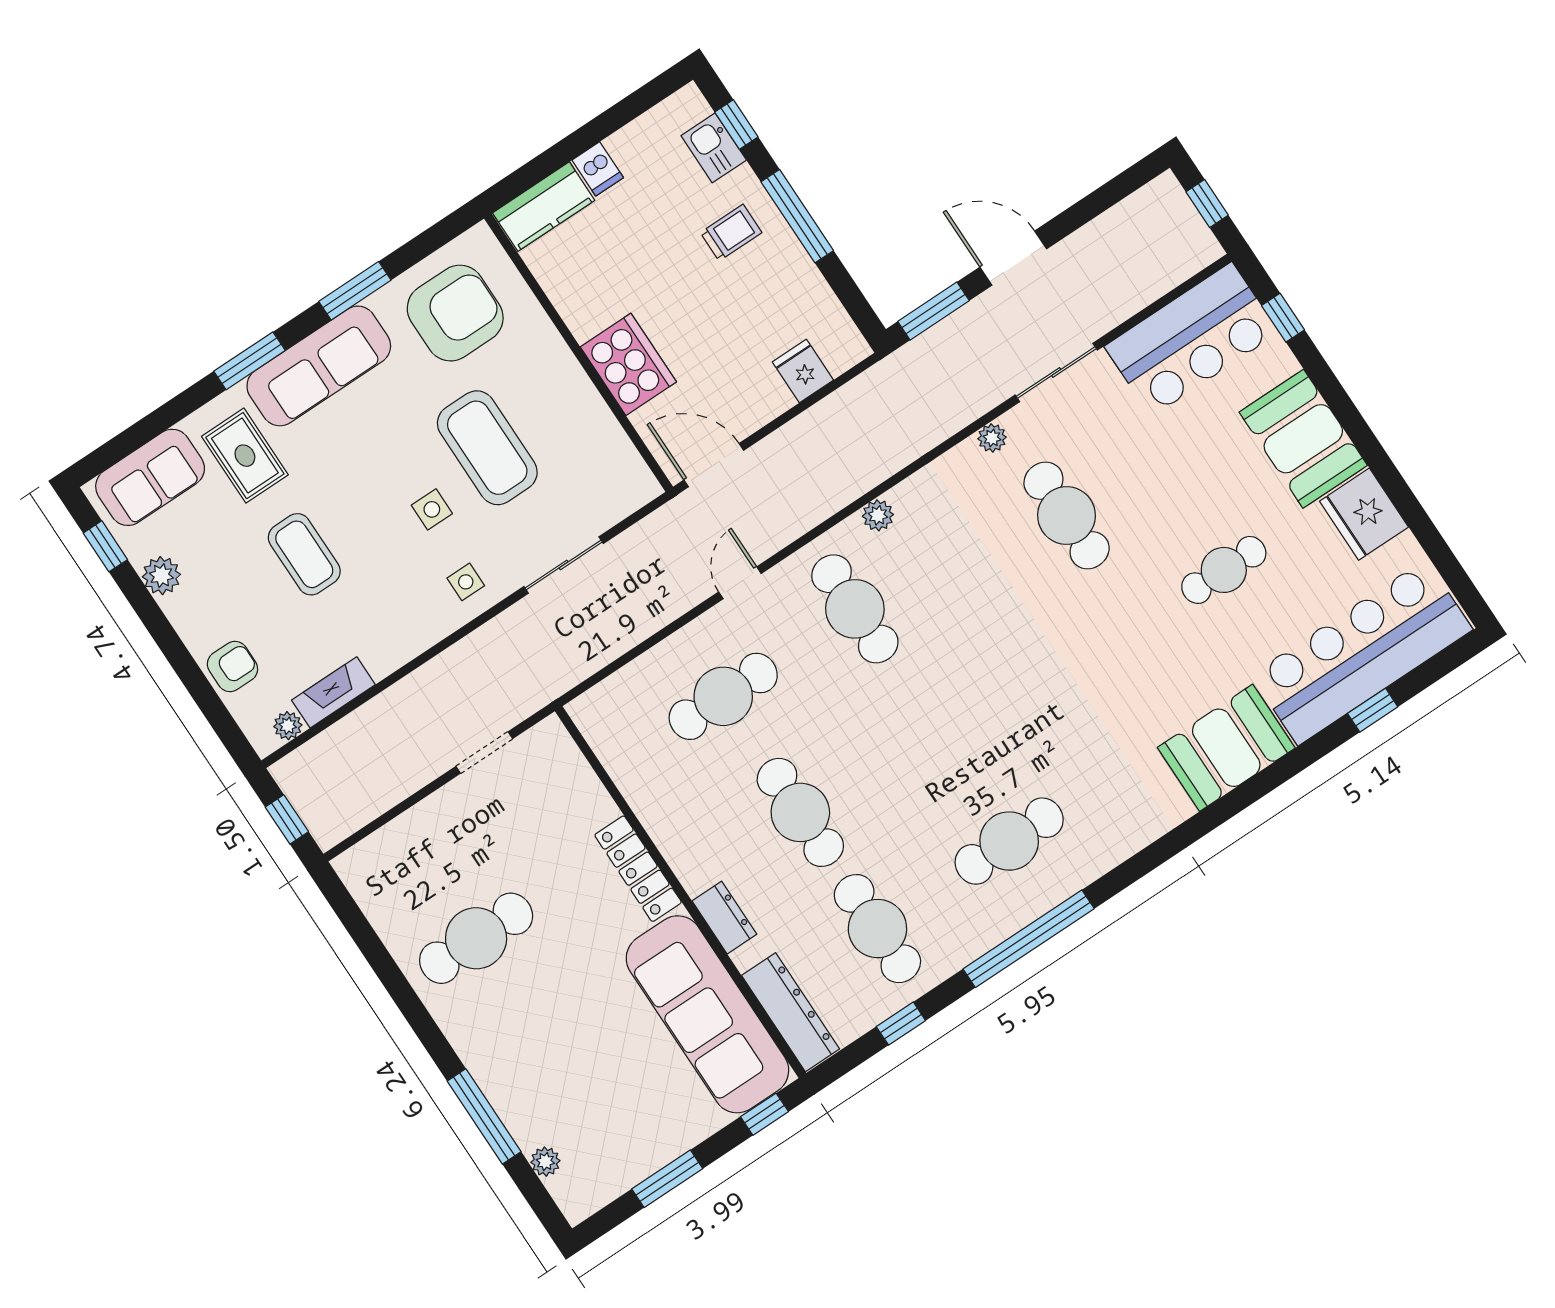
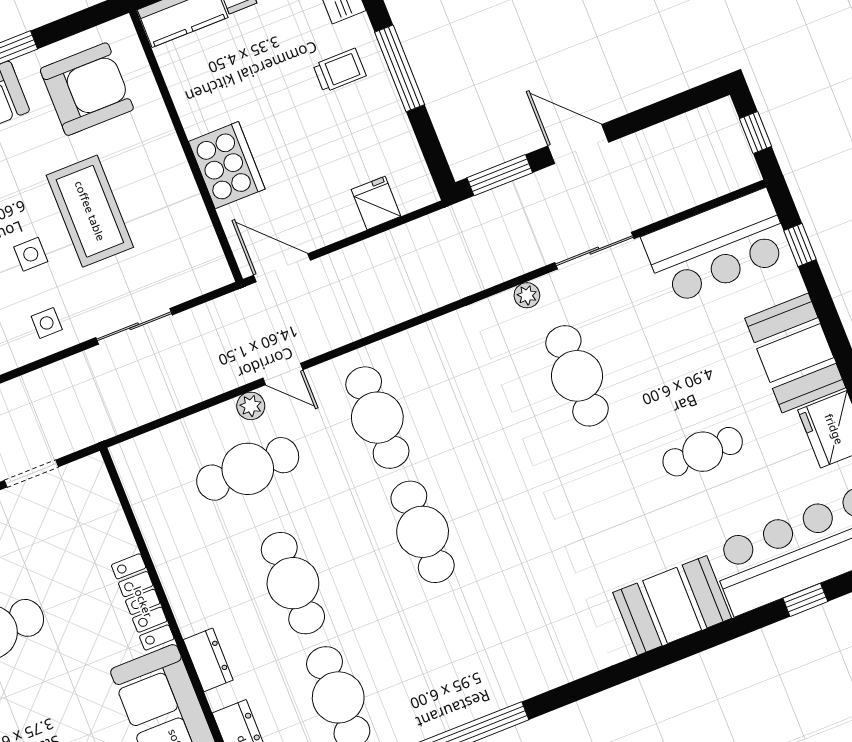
plant: (878, 515) -> (251, 406), moved
door: (740, 583) -> (283, 374), swing flipped
cafe table: (1009, 841) -> (423, 532), moved, turned 90

